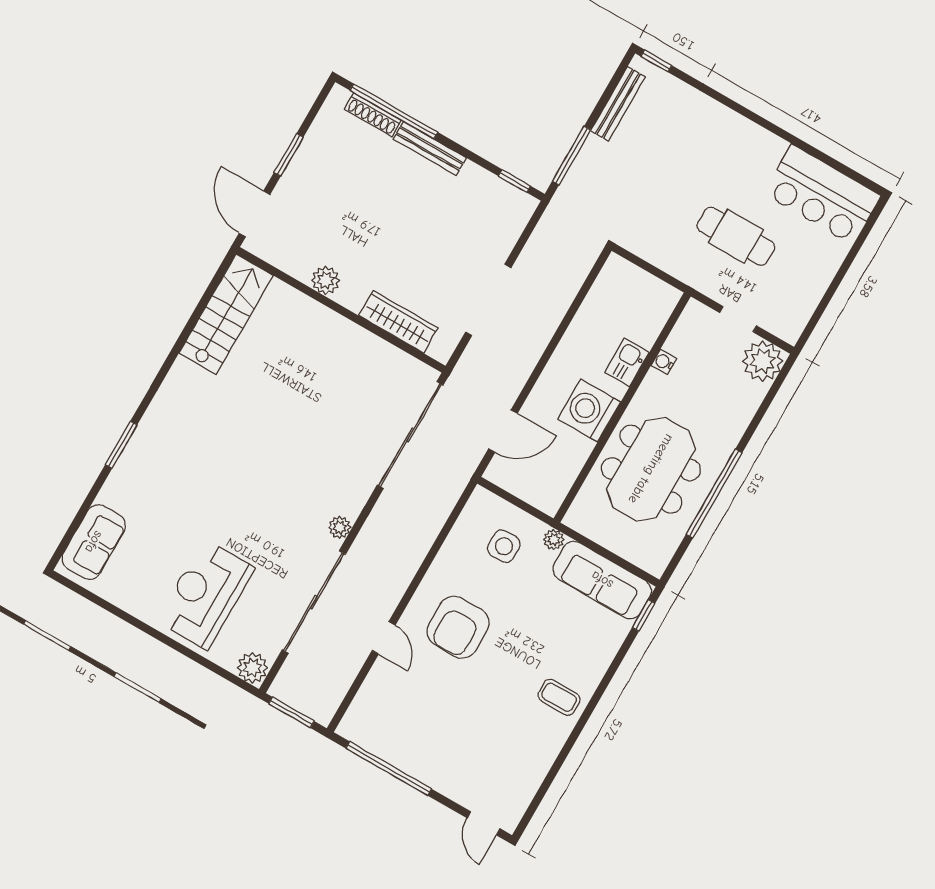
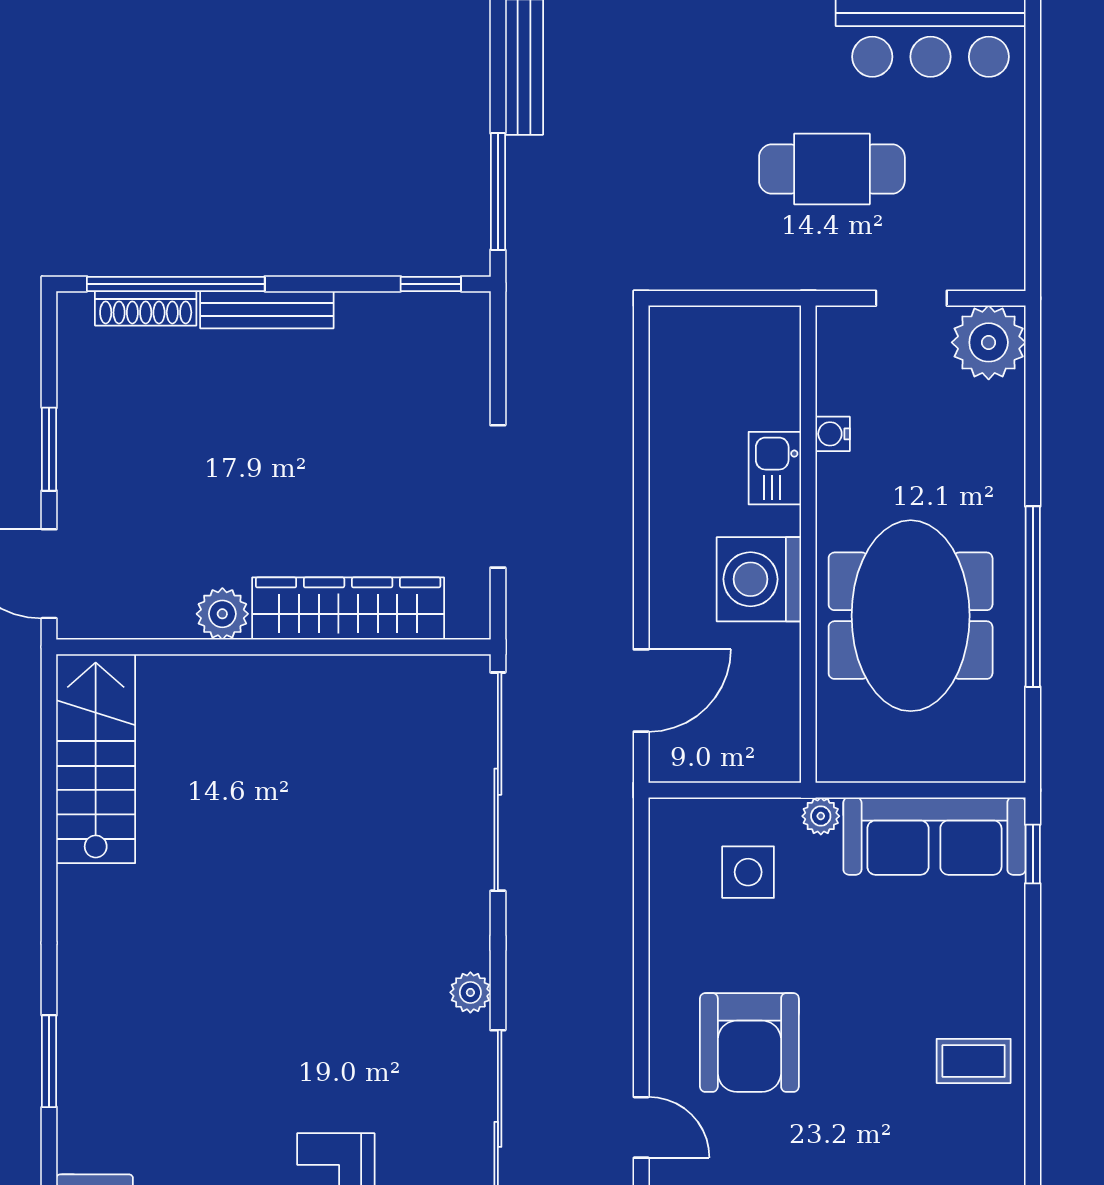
wardrobe: (398, 322) -> (348, 609), width x1.40, depth x1.17

